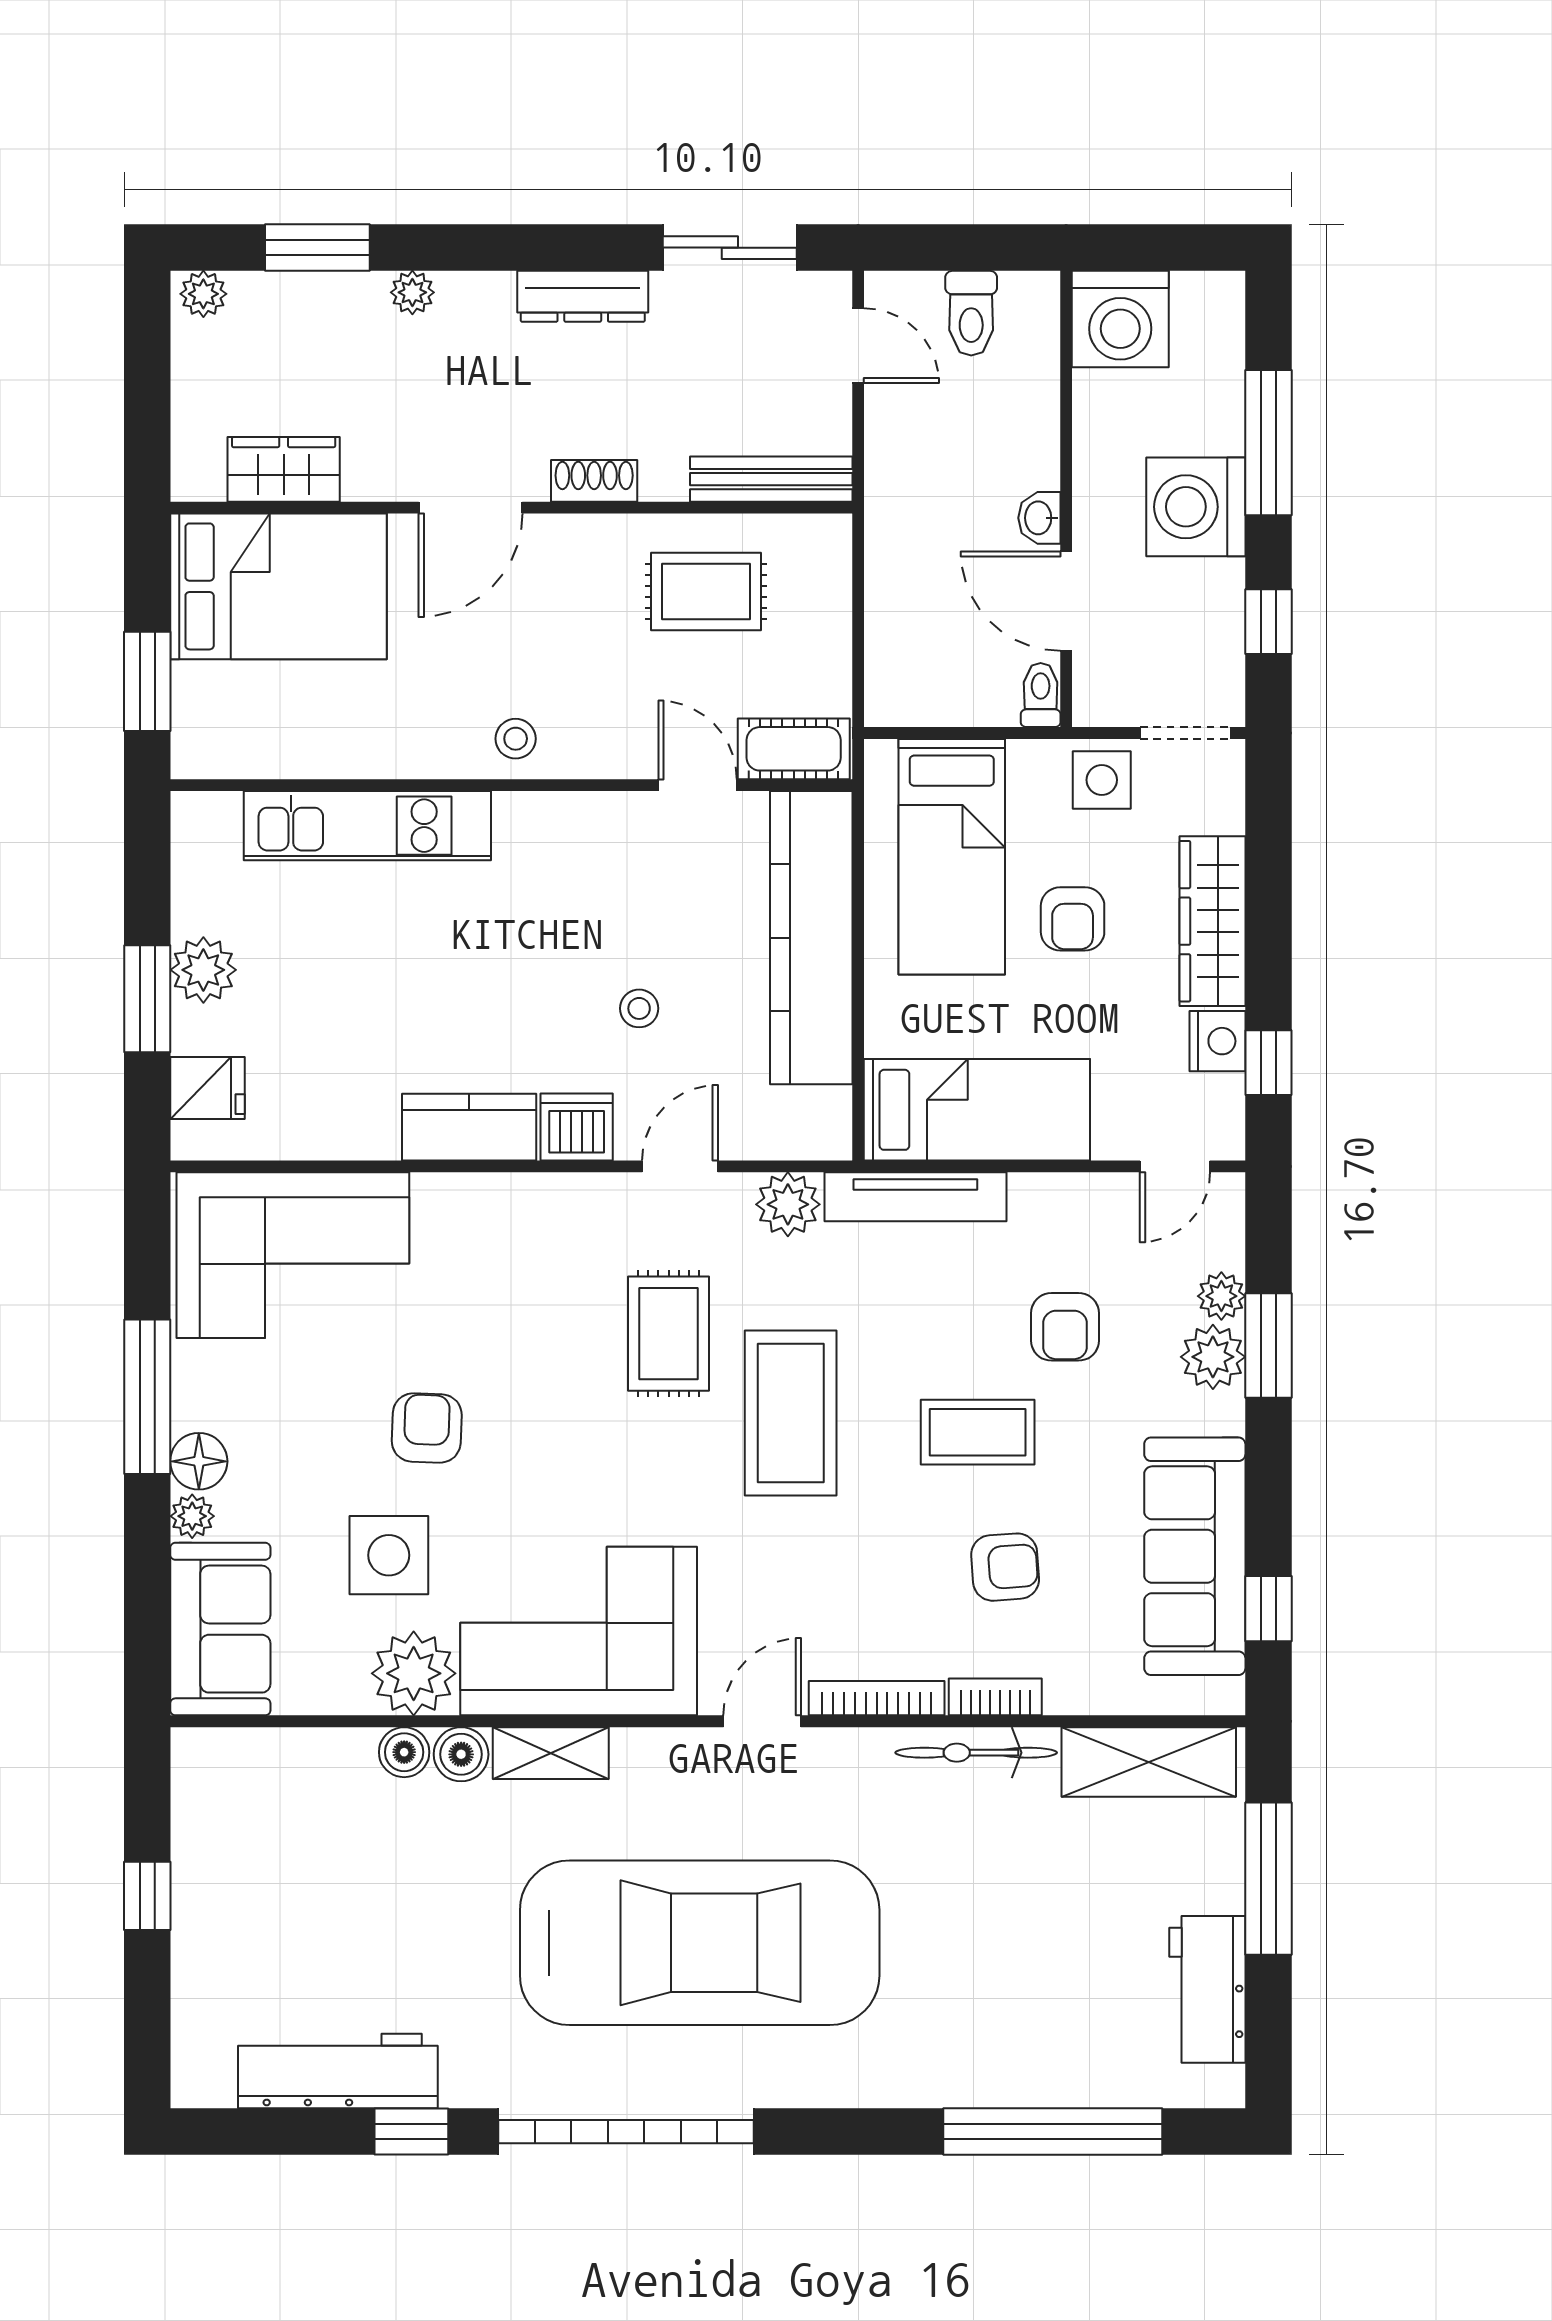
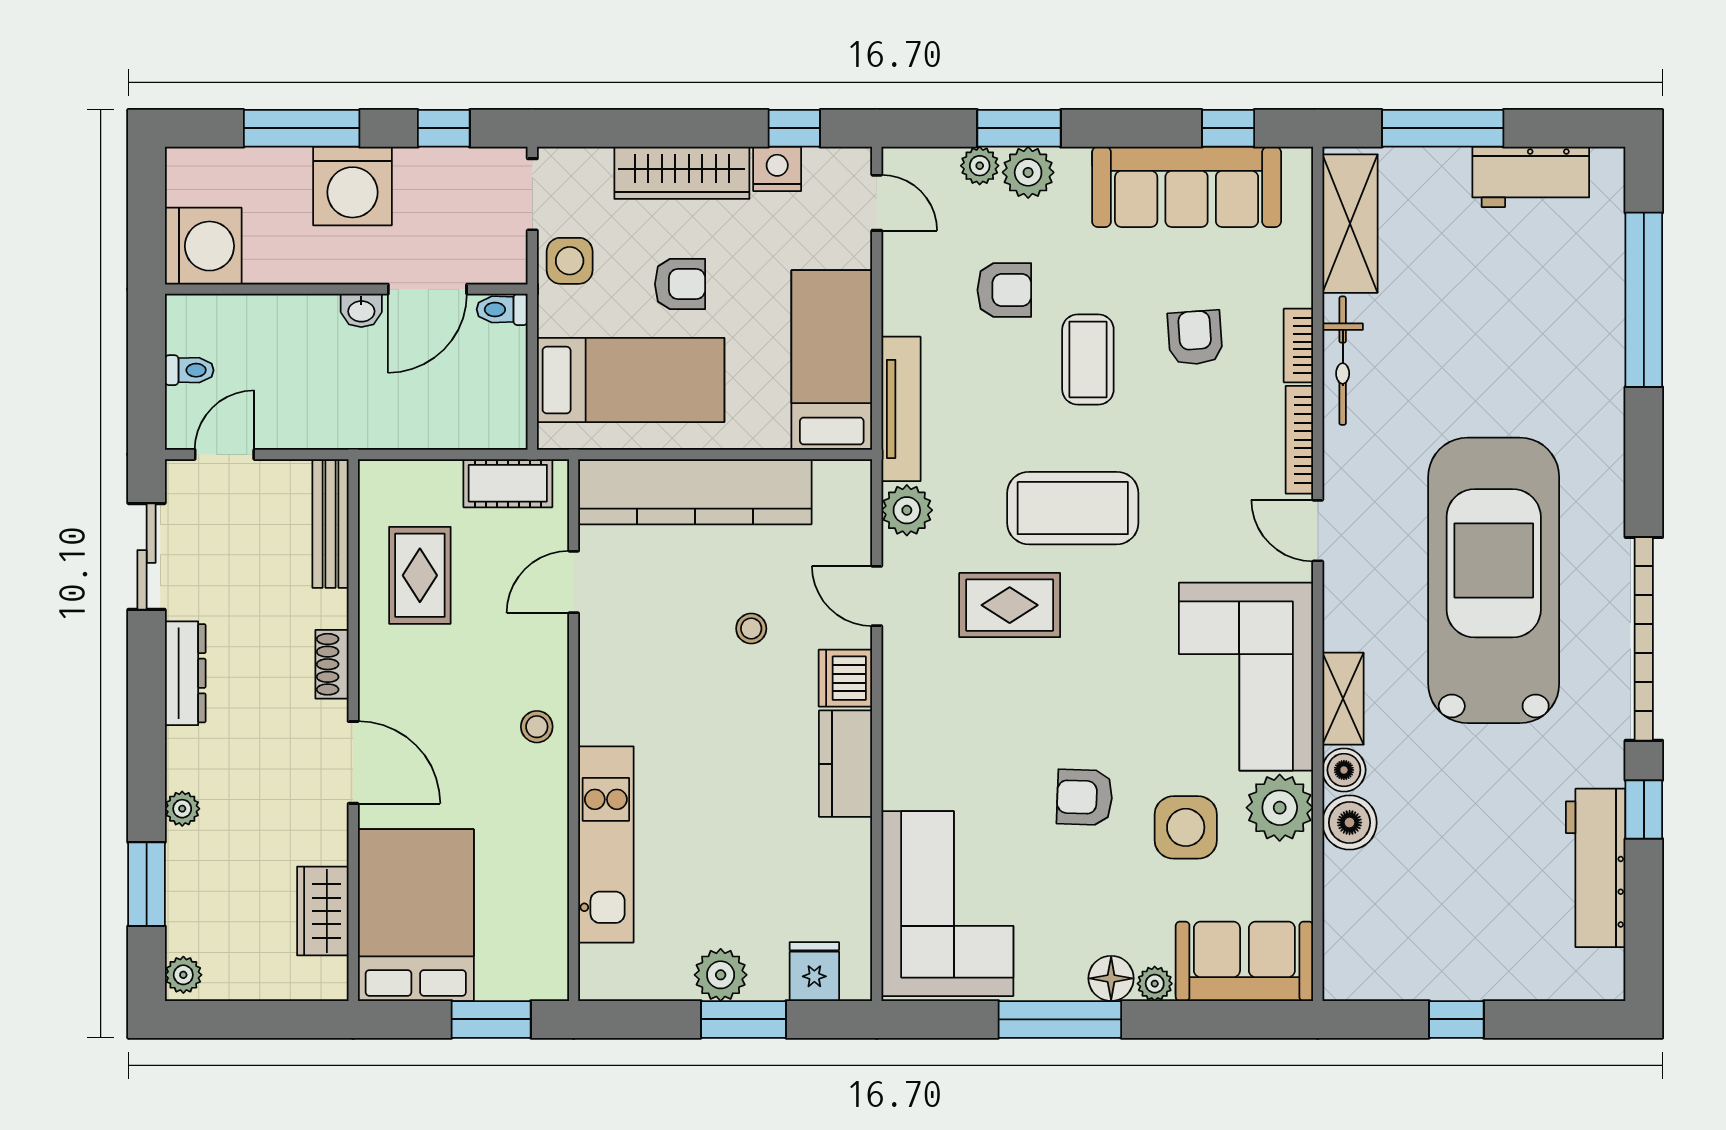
toilet: (971, 313) -> (189, 370), width x0.73, depth x0.72
cot: (794, 749) -> (508, 483), moved, turned 90
boiler: (404, 1752) -> (1350, 823), width x1.36, depth x1.36

